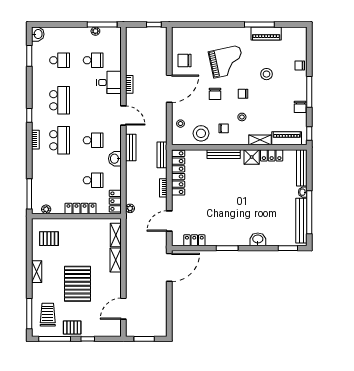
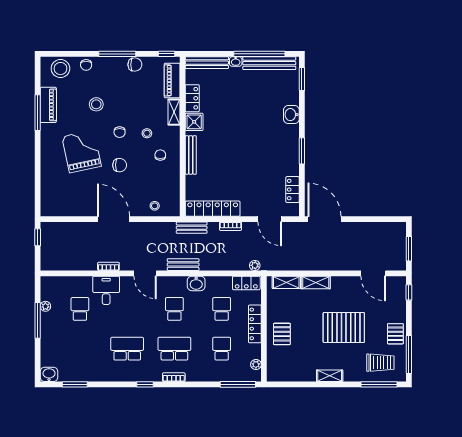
window: (102, 24) -> (38, 320), moved
school desk: (60, 60) -> (222, 349), moved
chair: (184, 60) -> (80, 201), removed
door: (123, 115) -> (145, 273), swing flipped
stool: (201, 133) -> (60, 69), moved
pallet: (49, 239) -> (282, 334), moved
trolley: (48, 315) -> (380, 363), turned 180
window: (88, 339) -> (409, 292), moved

